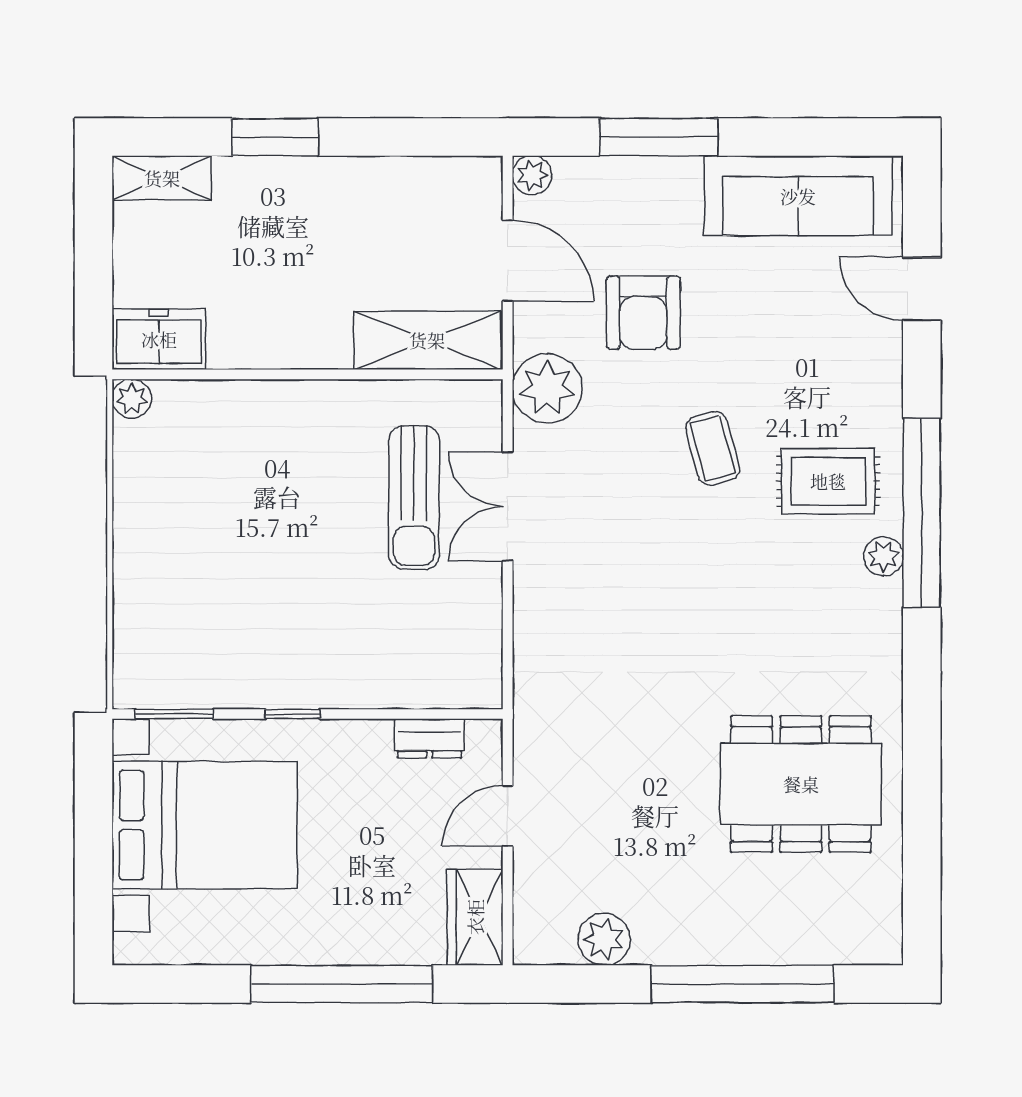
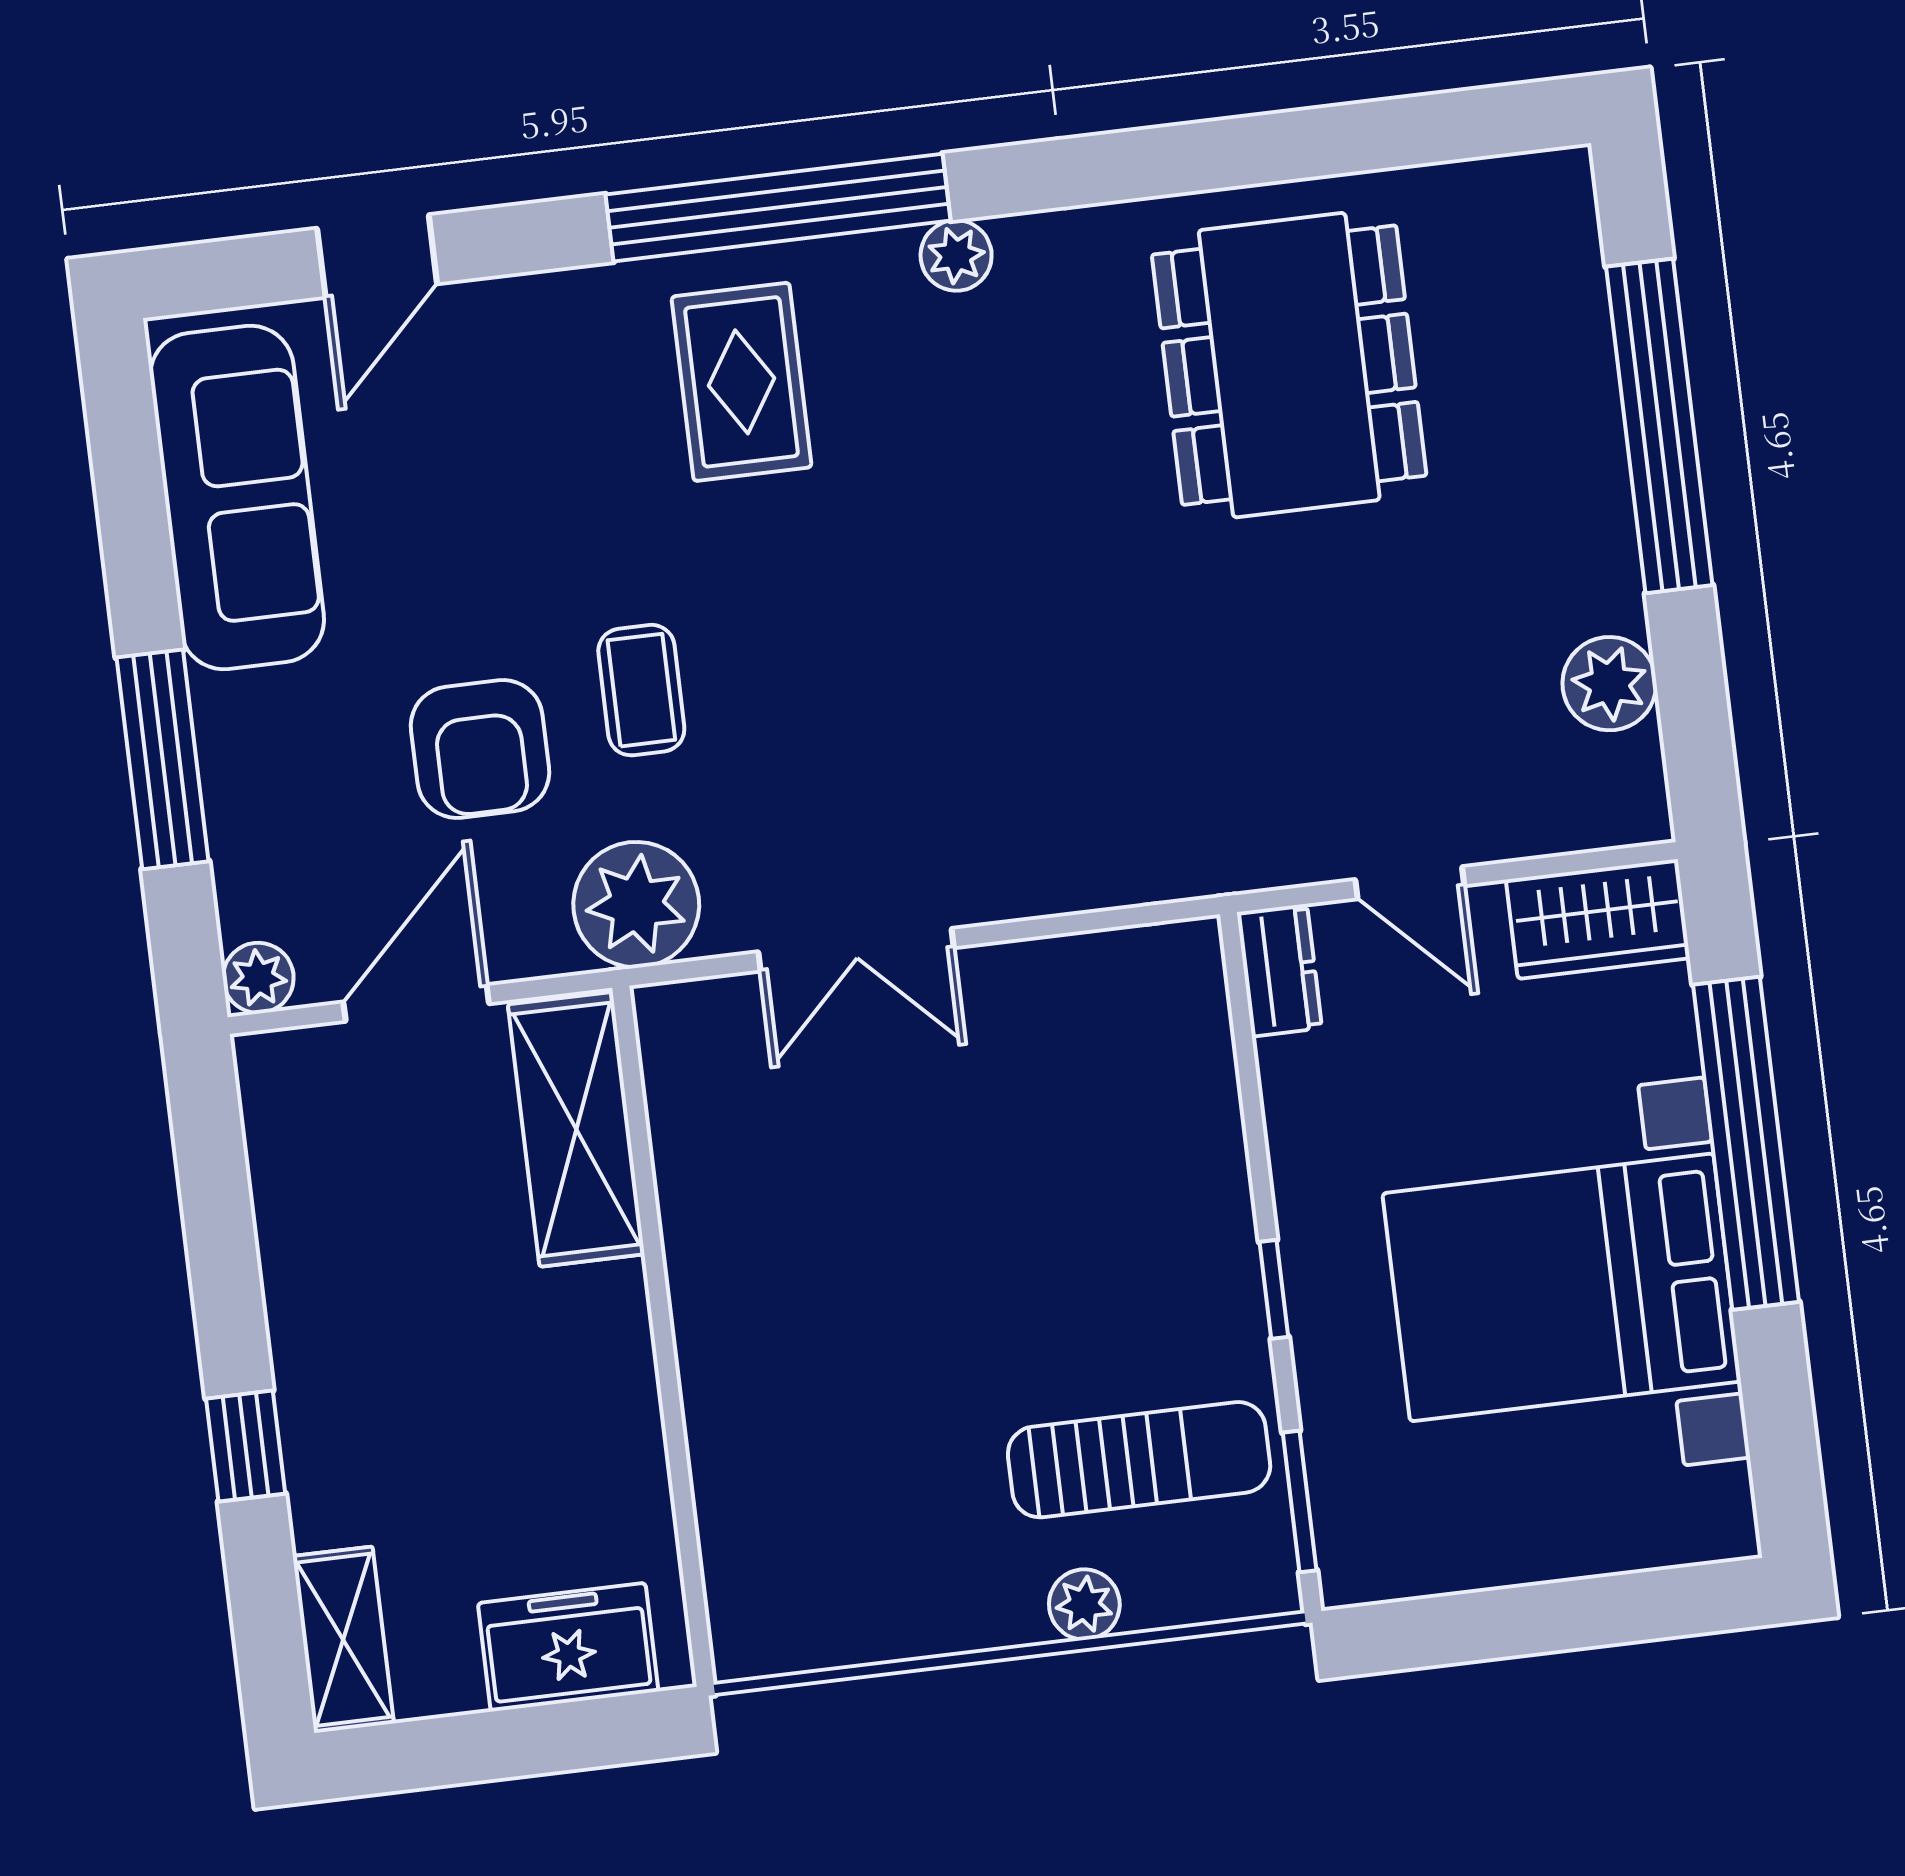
window: (275, 137) -> (246, 1446), width x0.67
armchair: (643, 313) -> (480, 749), turned 90
freezer: (159, 339) -> (568, 1647), moved, turned 90
plant: (132, 399) -> (1084, 1604), moved
coffee table: (713, 448) -> (641, 690), moved, turned -75
sun lounger: (414, 498) -> (1139, 1460), moved
plant: (883, 556) -> (956, 255), moved
dresser: (429, 738) -> (1279, 970), moved
bed with nightstands: (205, 825) -> (1562, 1287), moved, turned -90

